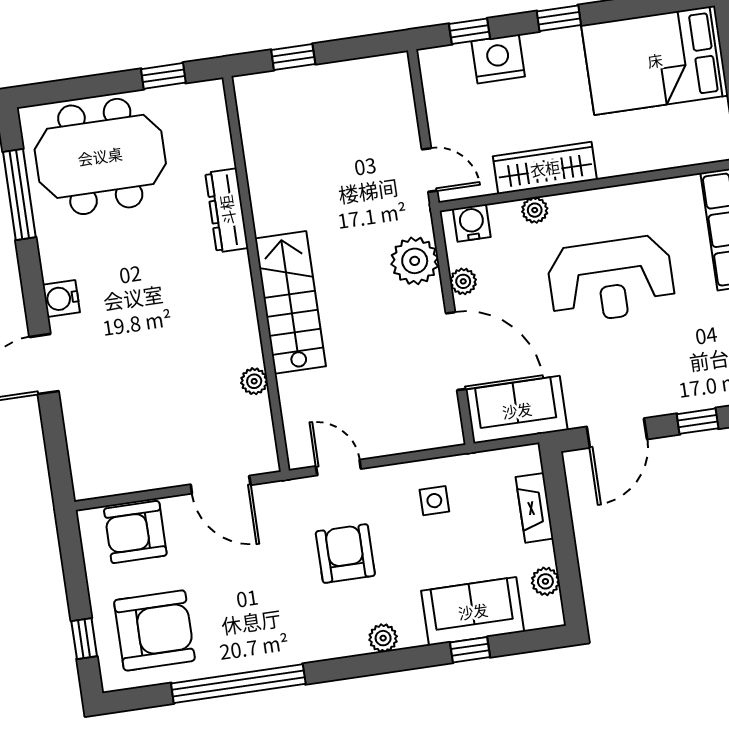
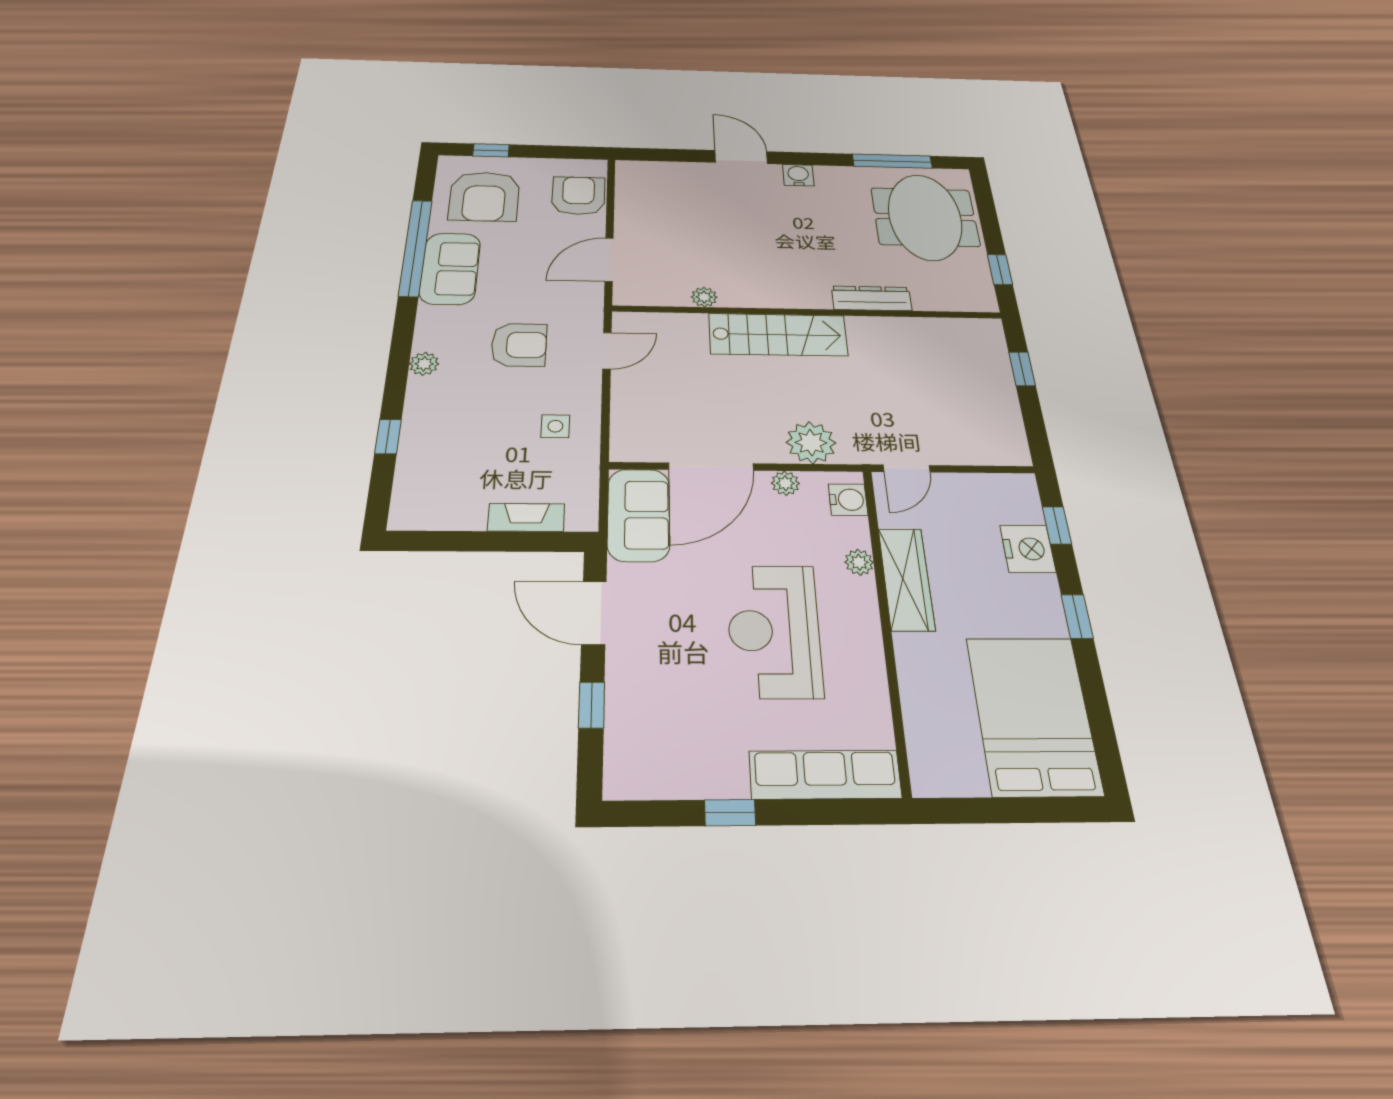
plant: (545, 581) -> (442, 517), removed
sofa: (473, 611) -> (450, 268), moved

